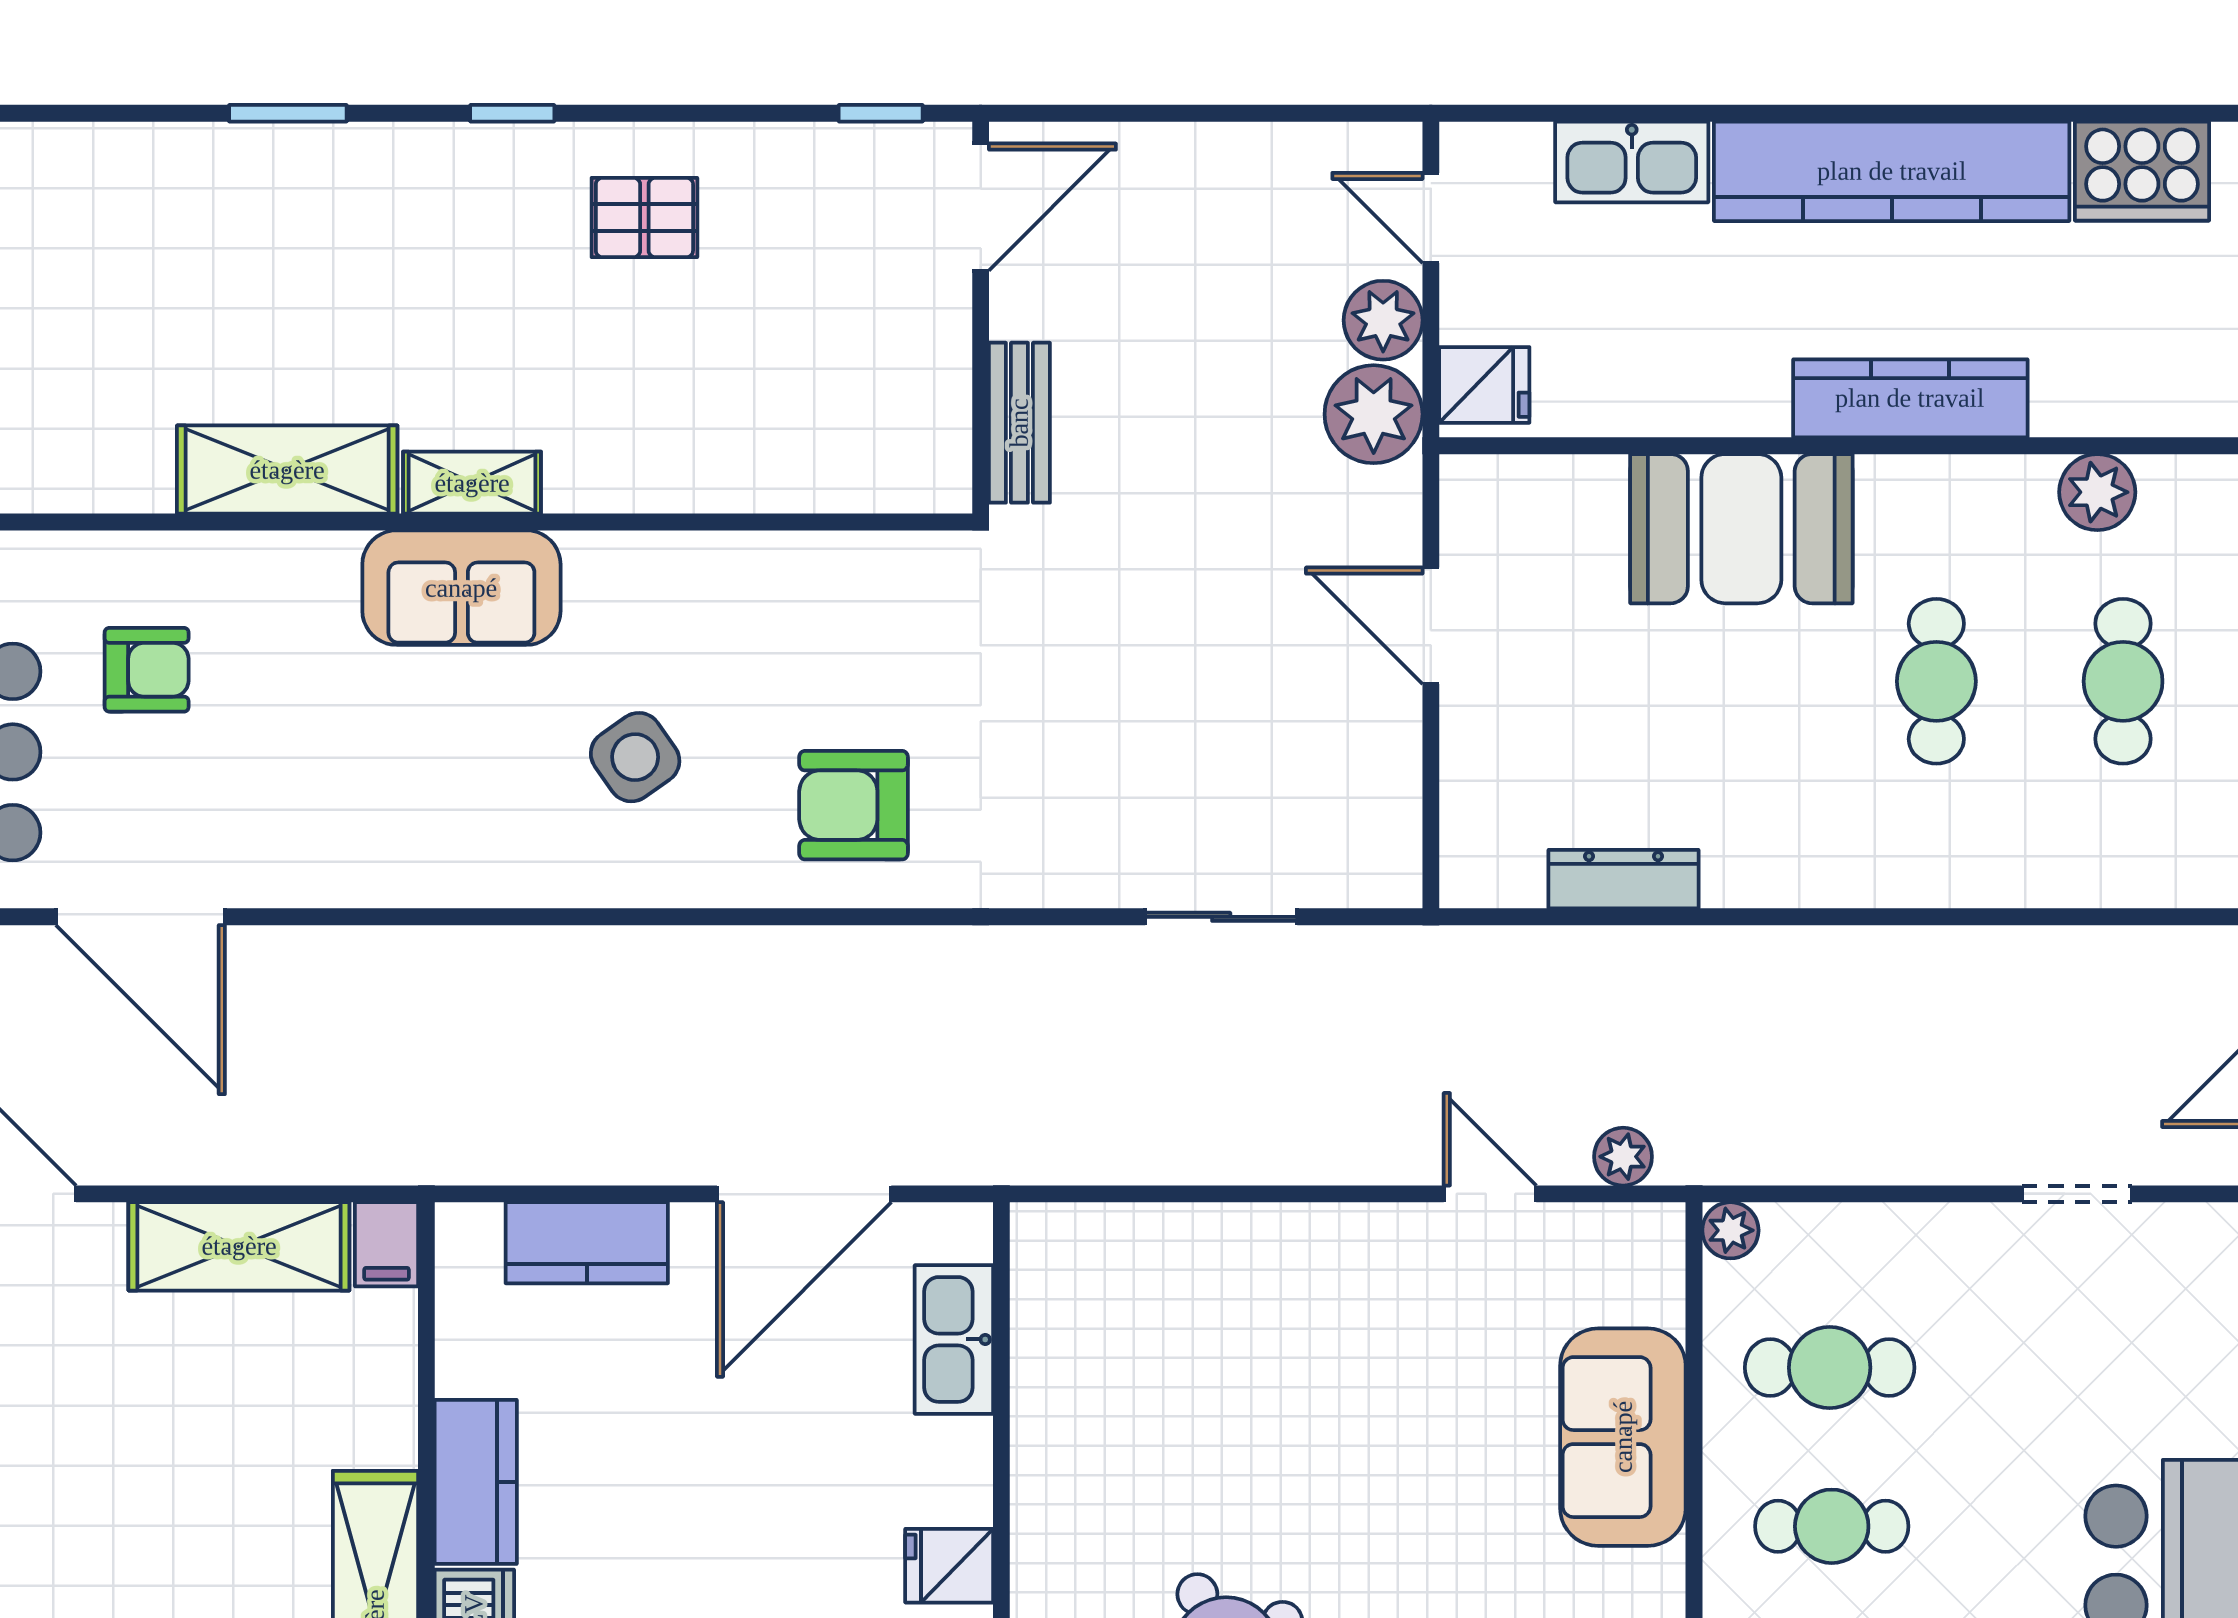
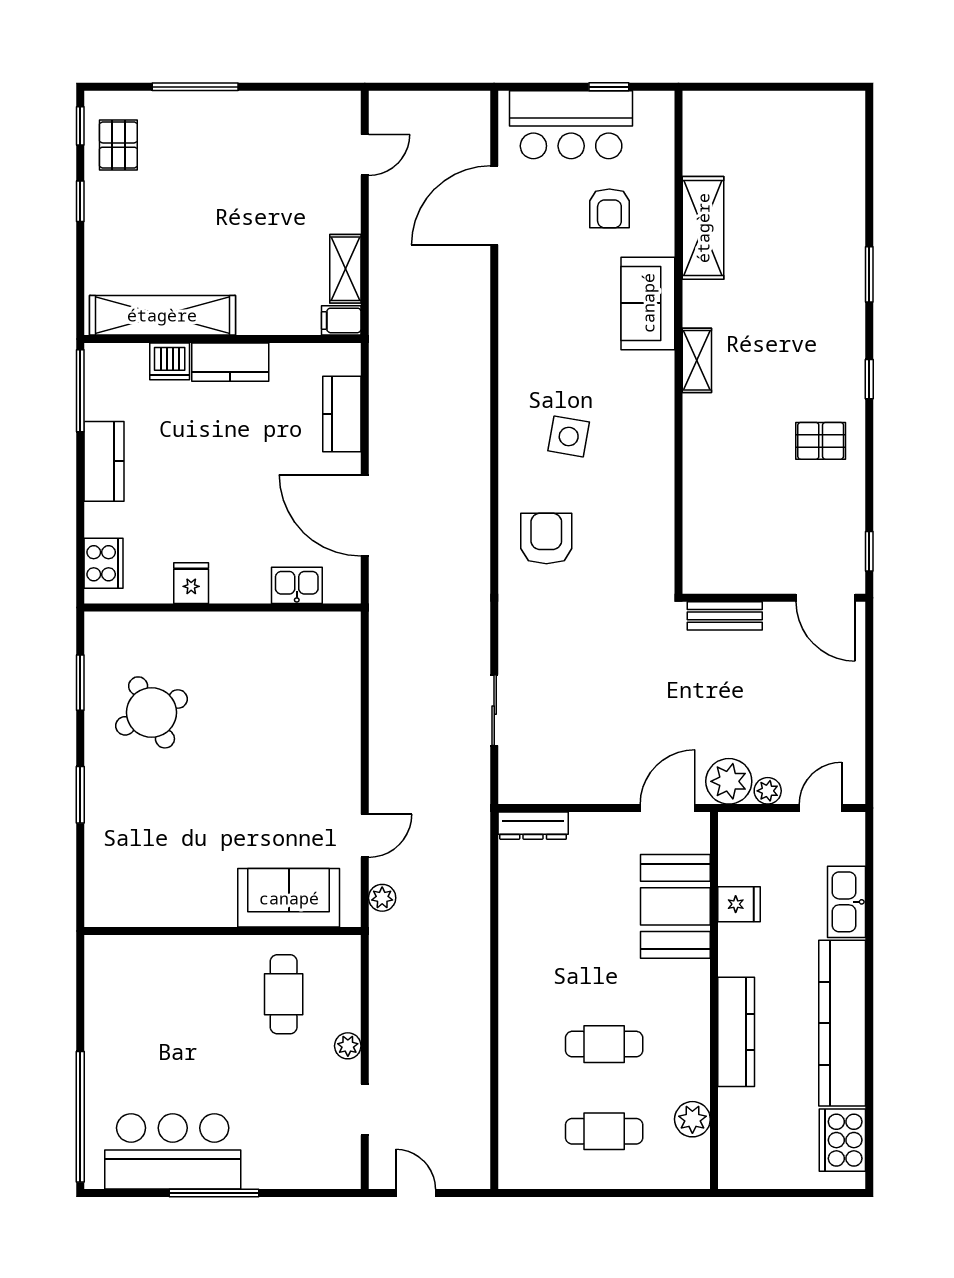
pallet: (644, 217) -> (821, 441), turned 90
plant: (1383, 320) -> (768, 791), width x0.73, depth x0.73
fridge: (1484, 385) -> (739, 904), moved, turned -90
shelving: (287, 470) -> (703, 228), moved
booth: (1741, 529) -> (675, 906), moved
sofa: (461, 588) -> (648, 303), moved
door: (1431, 626) -> (668, 808), moved
side table: (635, 757) -> (569, 436), turned 45
dresser: (1624, 879) -> (533, 826), moved, turned 90
plant: (1730, 1230) -> (348, 1046), moved
shelving: (239, 1246) -> (345, 269), width x0.67, depth x0.75
kitchen sink: (954, 1339) -> (297, 585), width x0.73
sofa: (1623, 1437) -> (289, 898), moved
cafe table: (1832, 1526) -> (210, 995), removed

